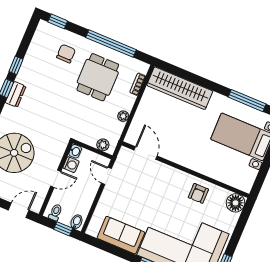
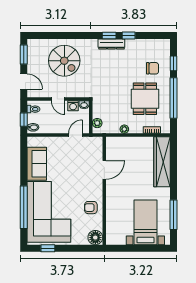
window: (58, 21) -> (174, 63), moved
dining table: (98, 77) -> (145, 99), turned 90
dresser: (16, 94) -> (111, 44), width x1.44
door: (146, 153) -> (104, 170), moved

